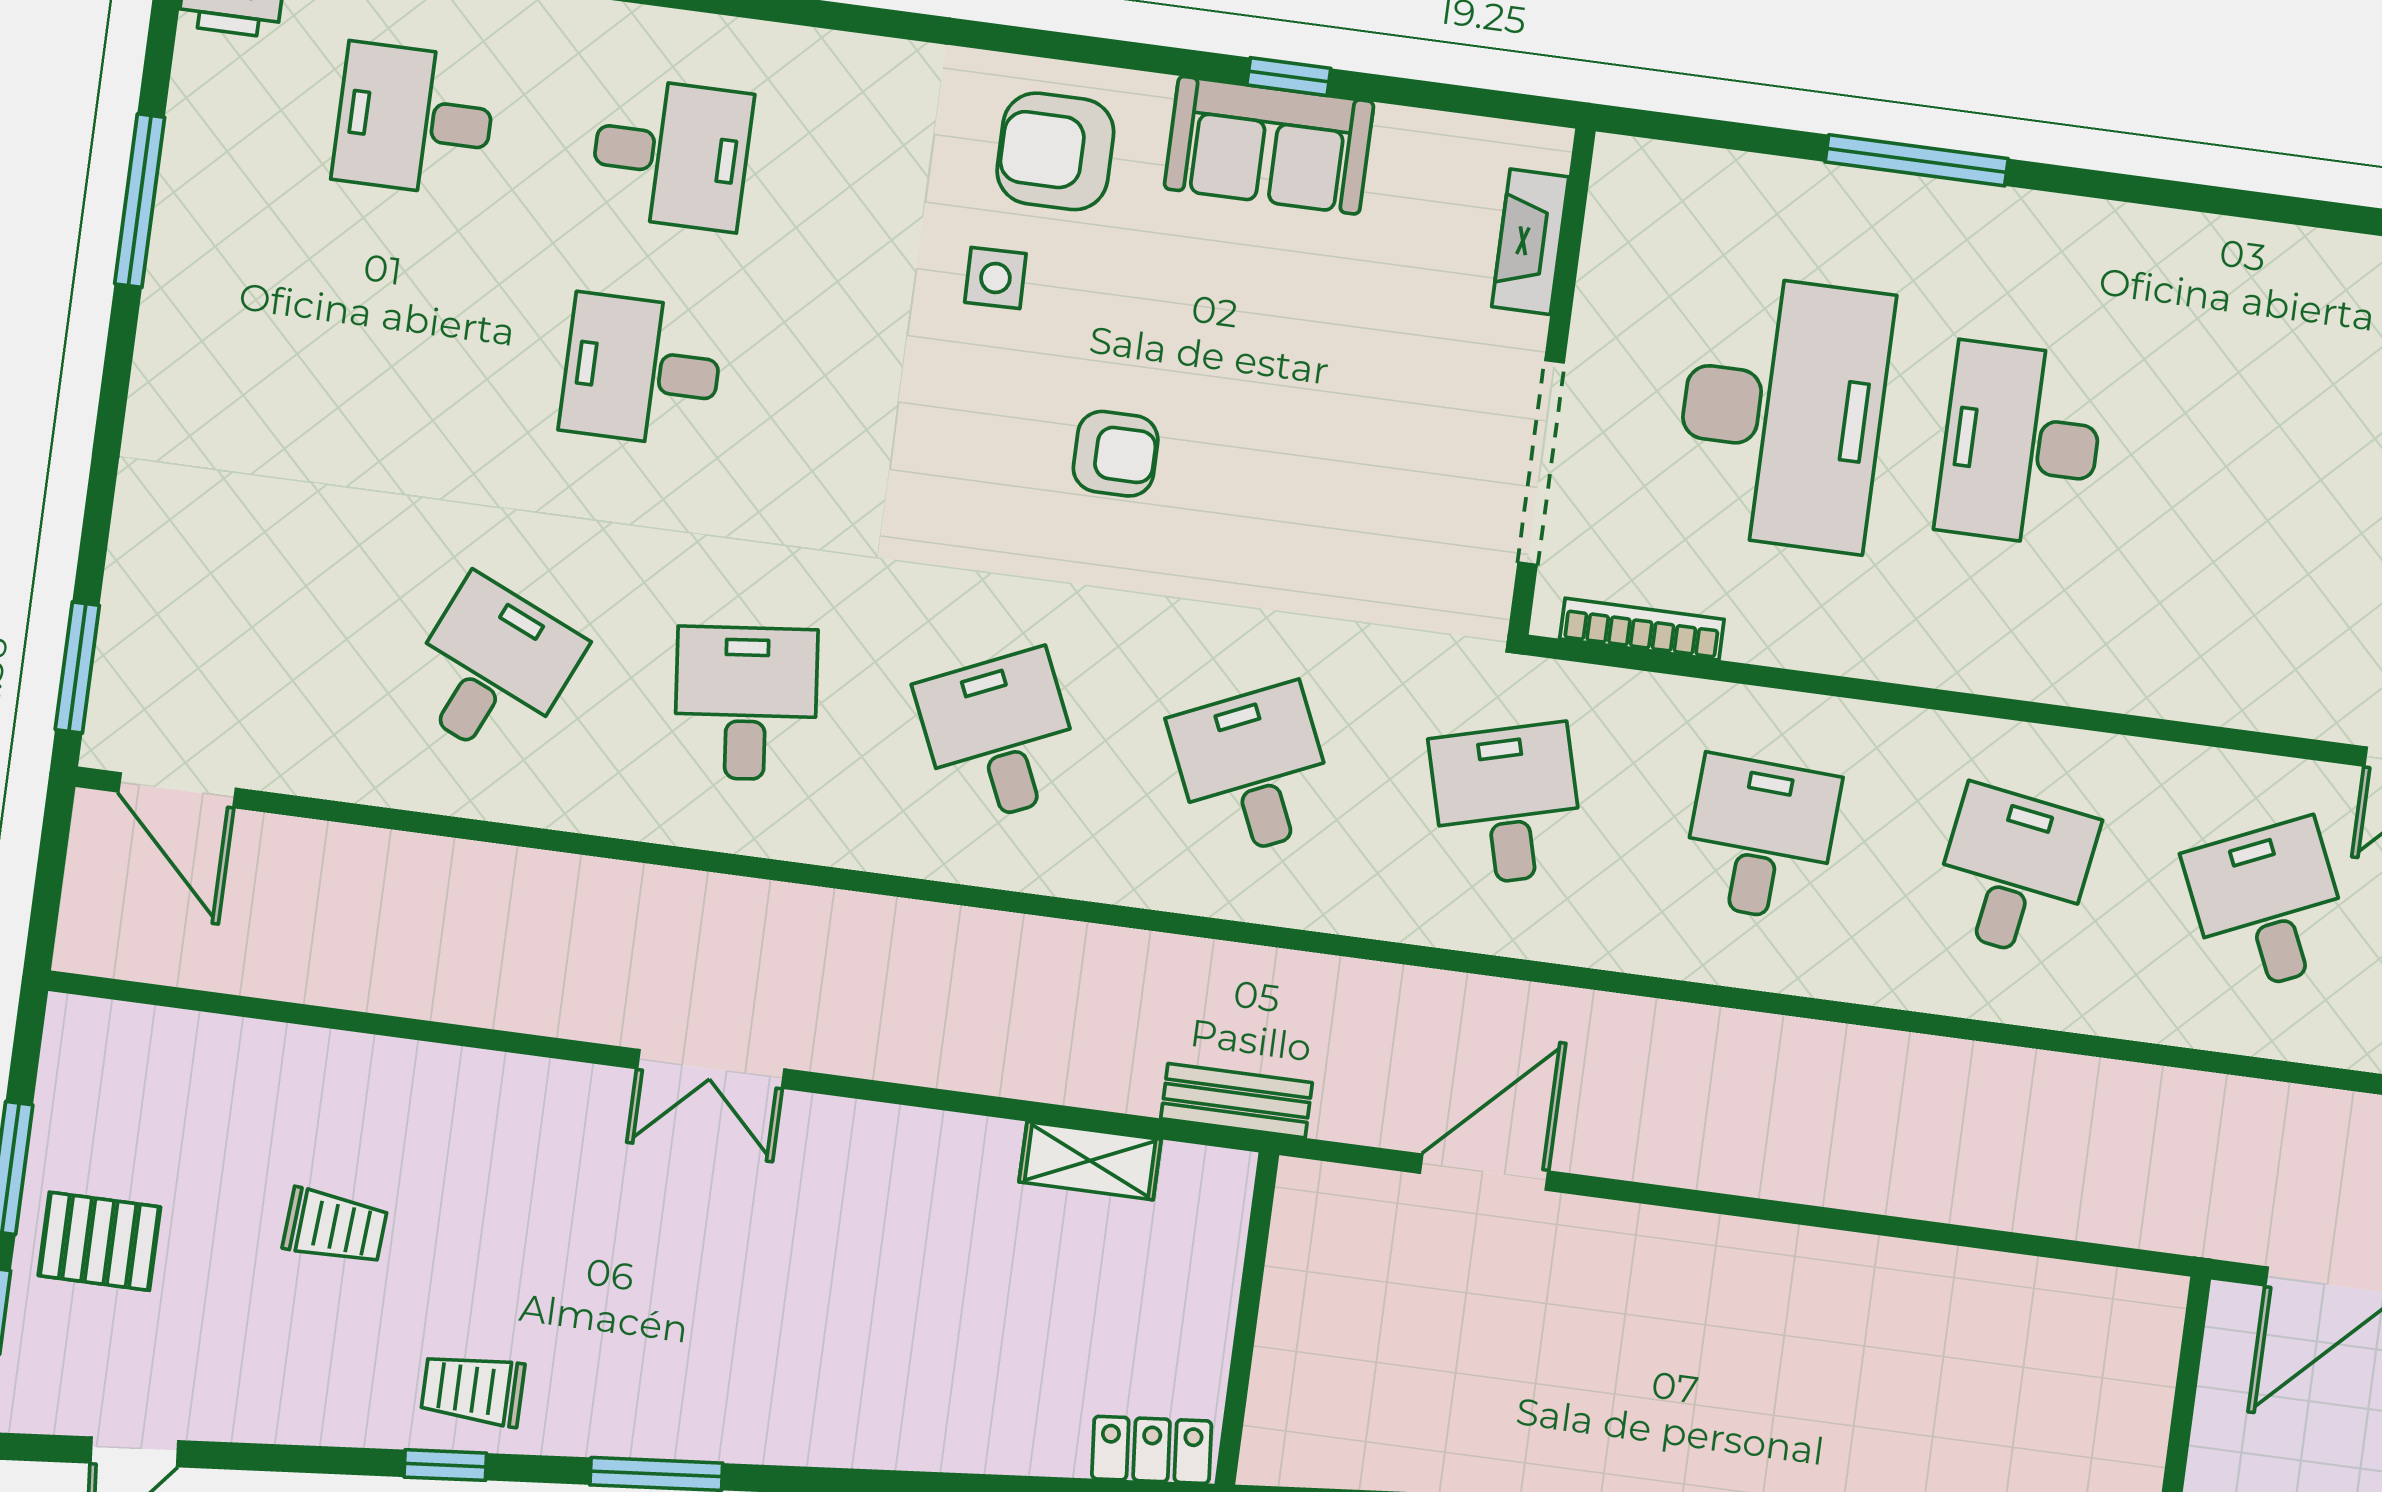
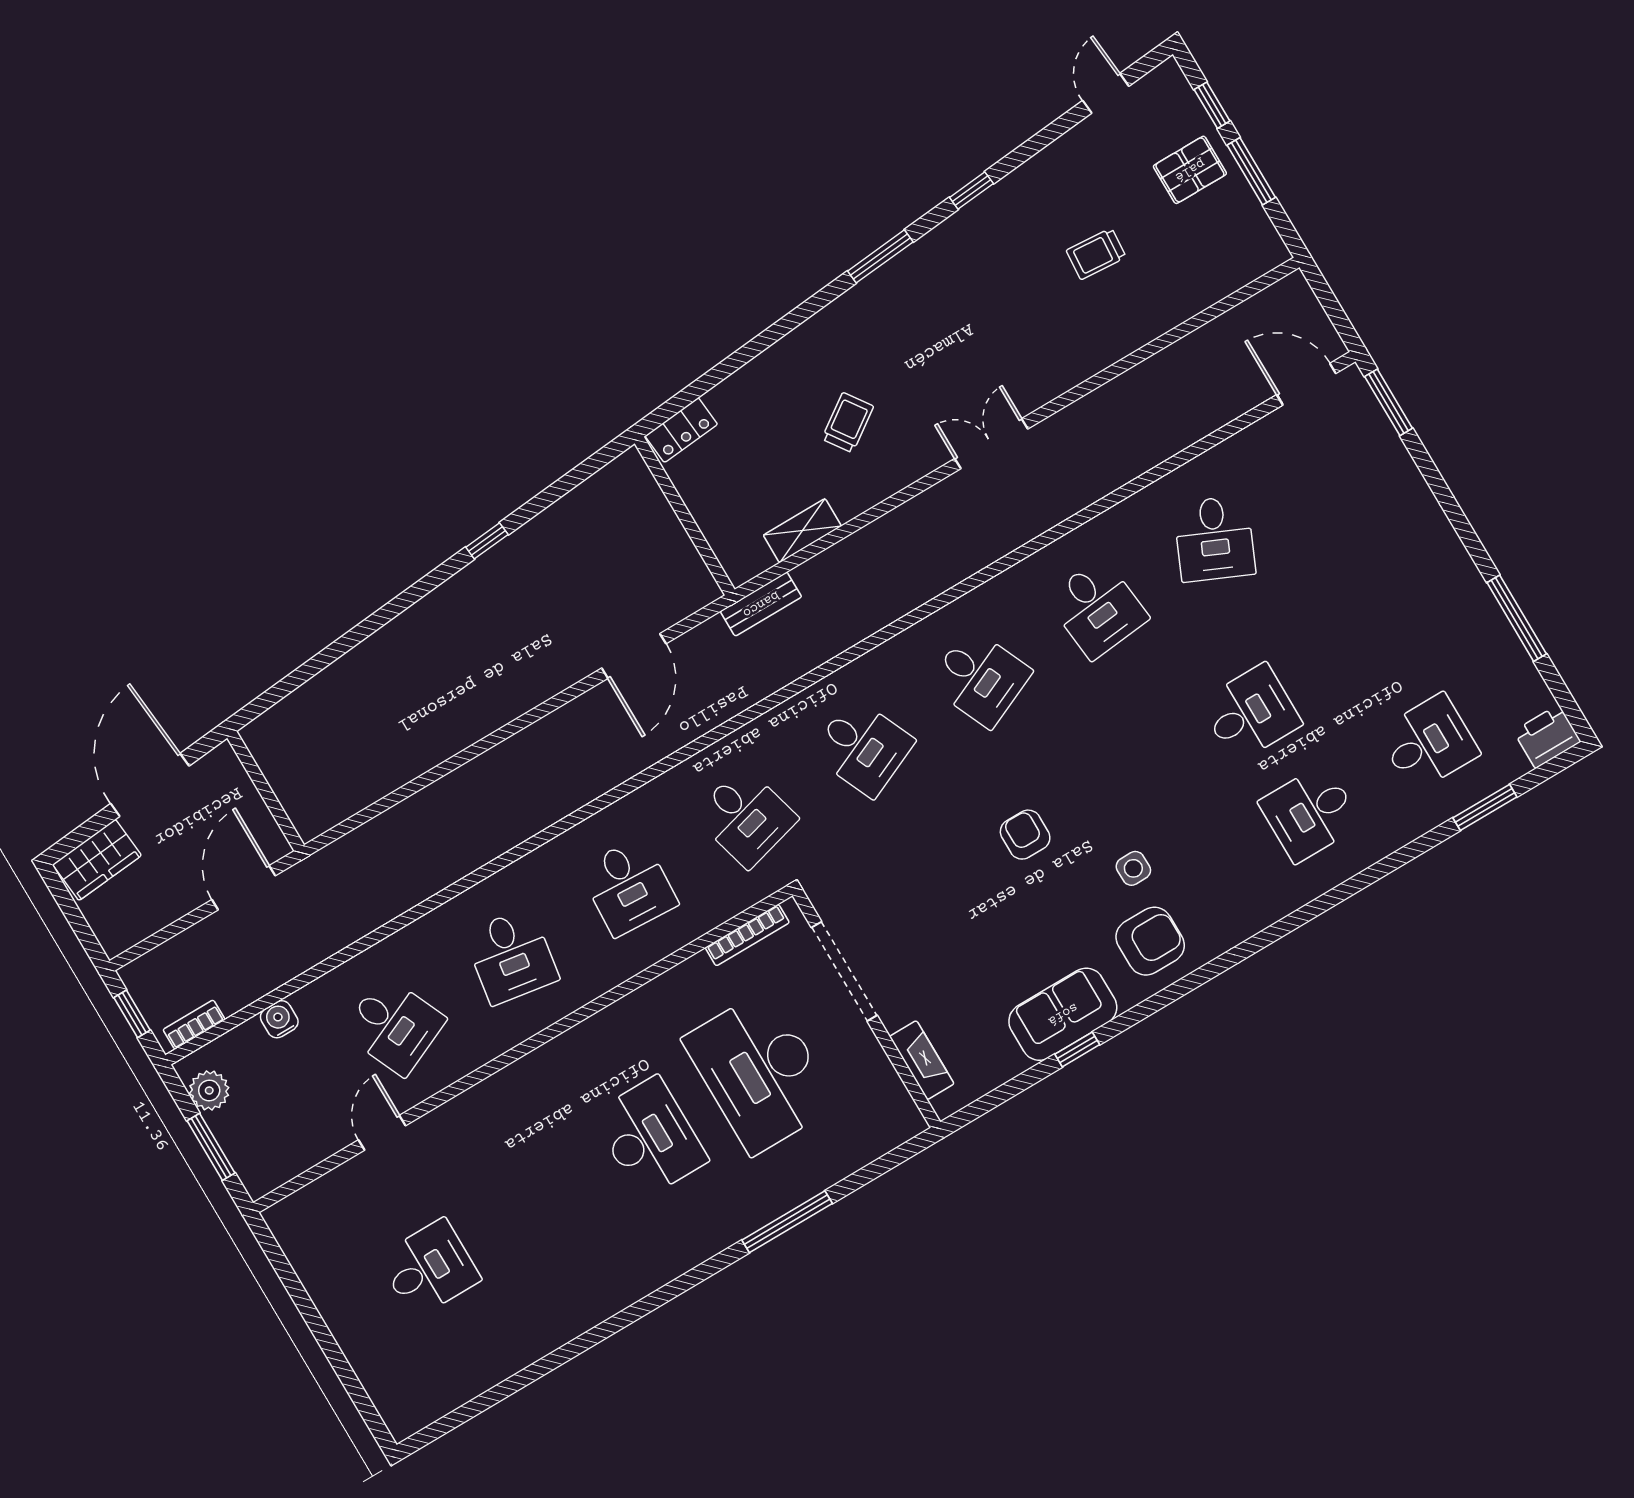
armchair: (1116, 454) -> (1025, 835), turned 90
trolley: (473, 1390) -> (848, 423), moved, turned -35

